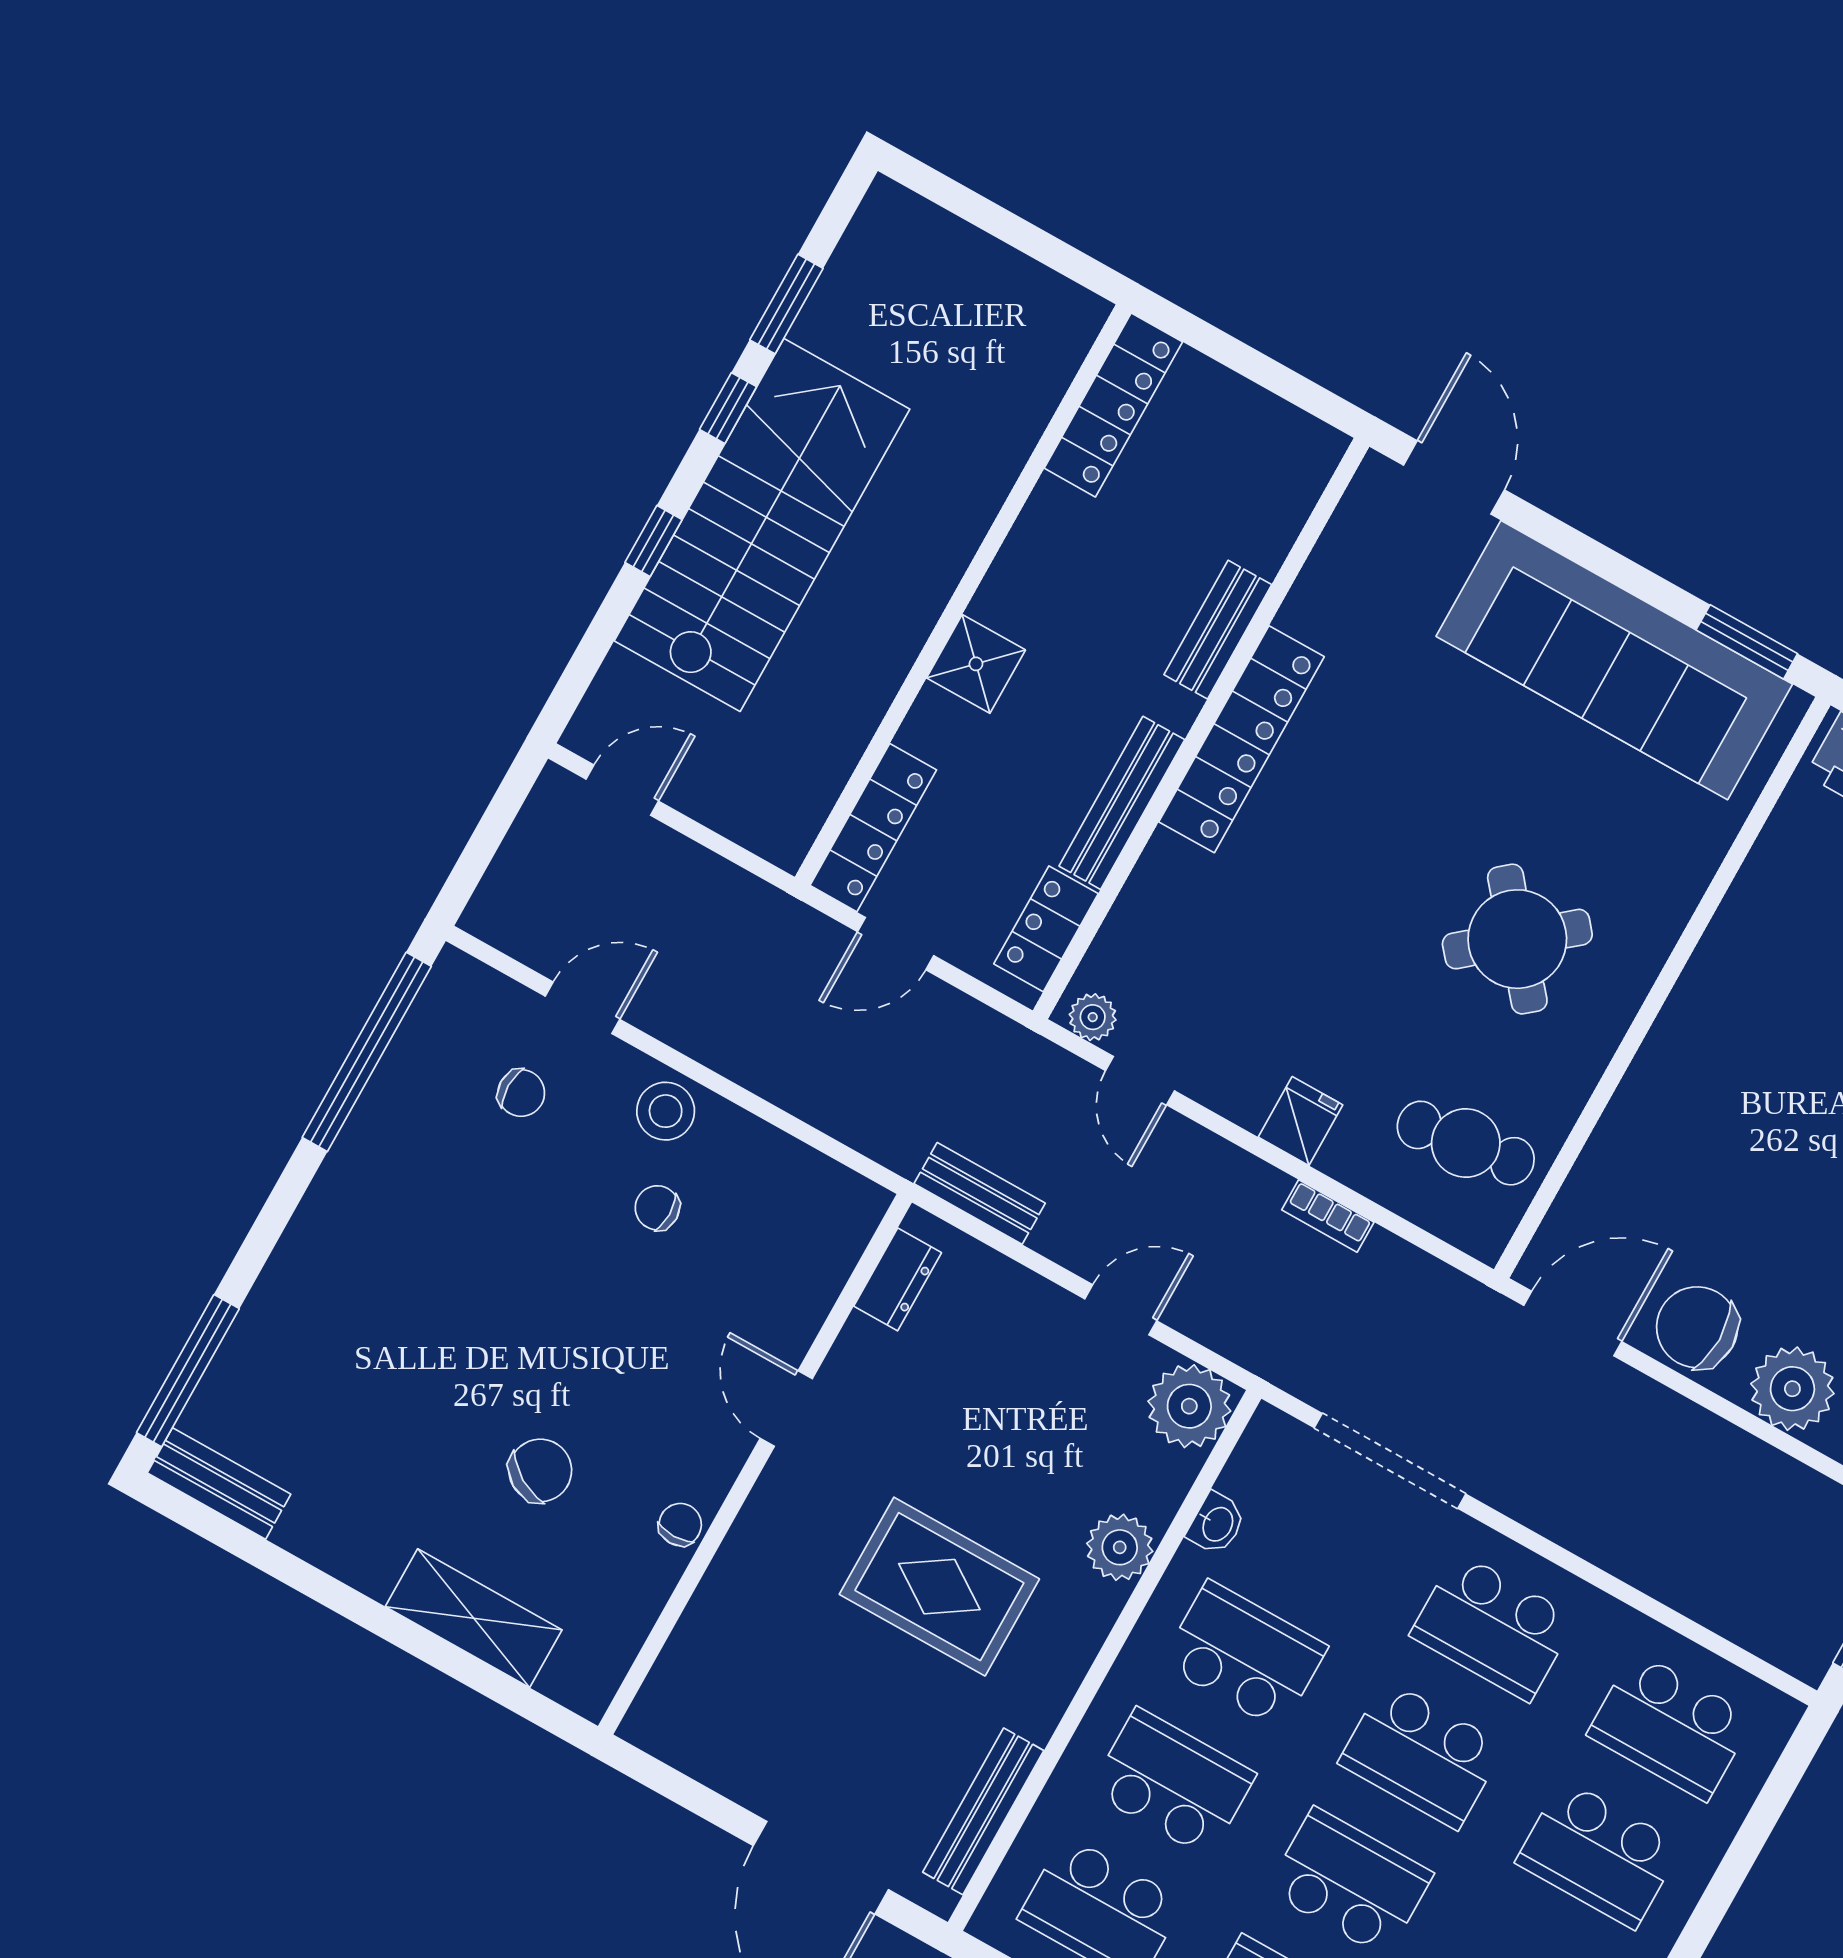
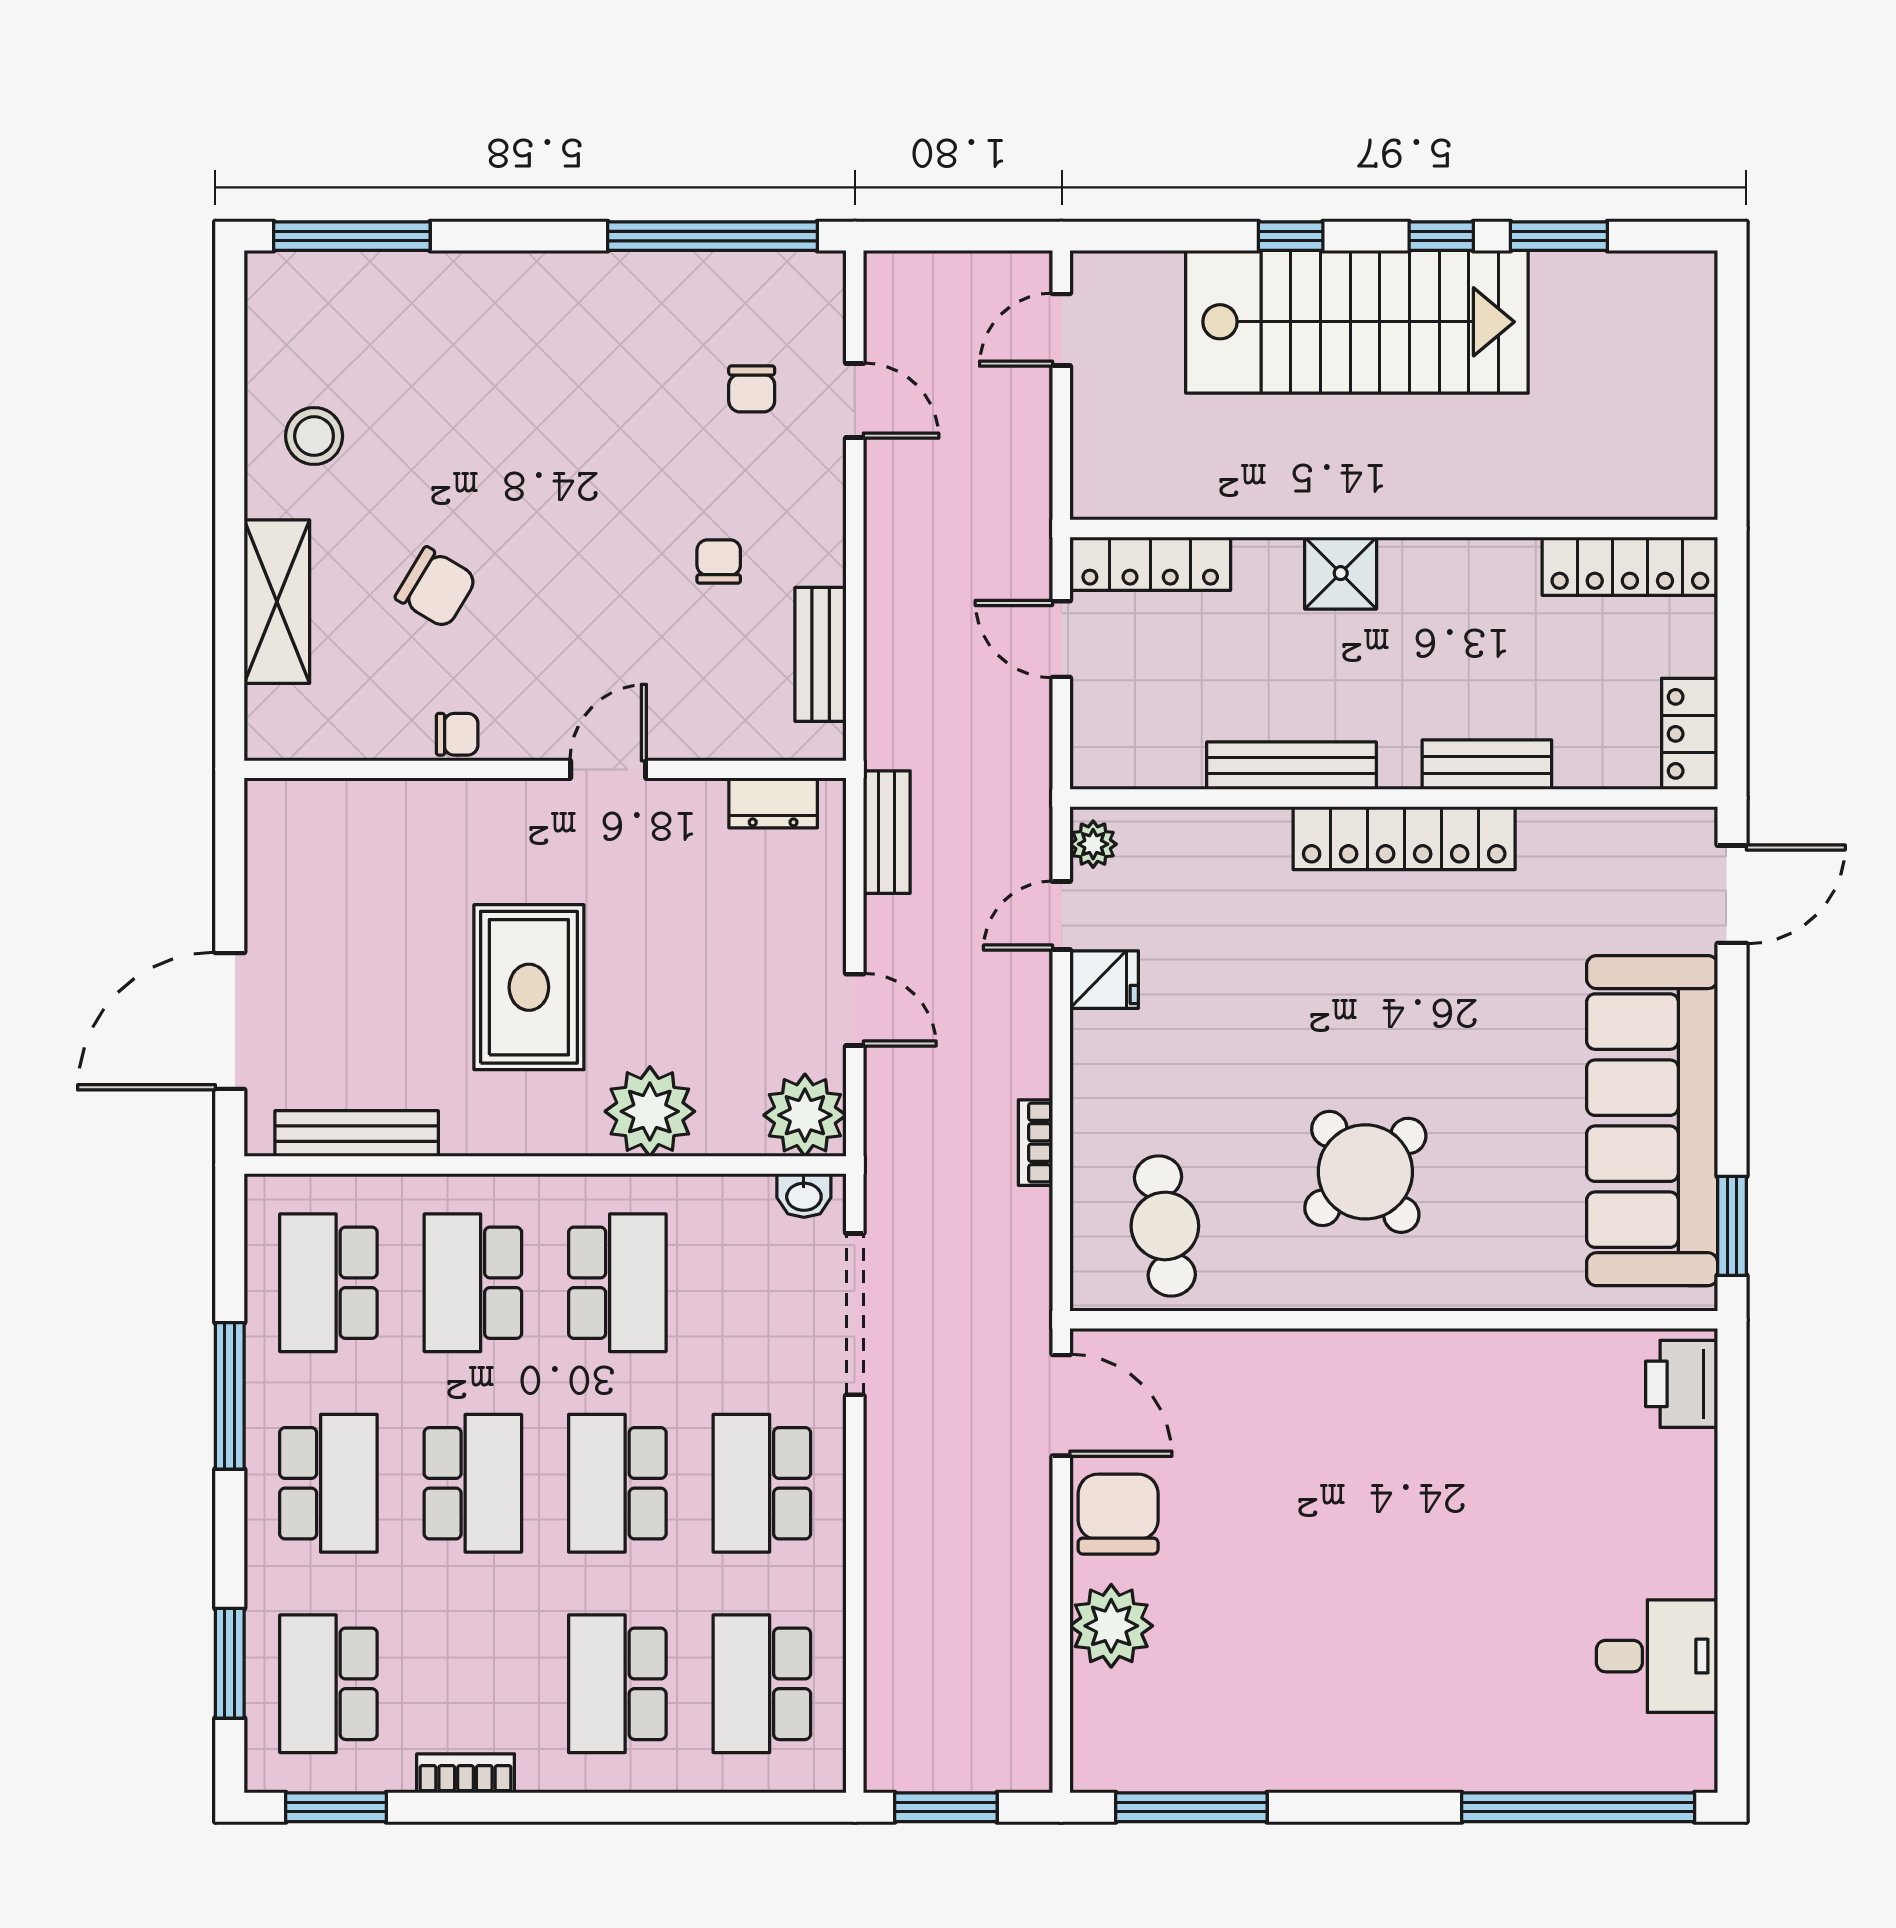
door: (622, 790) -> (1061, 330), swing flipped
locker: (1046, 929) -> (1690, 734), moved, turned -90
stool: (666, 1111) -> (314, 436), moved
fridge: (1301, 1121) -> (1104, 980), moved
bench: (219, 1484) -> (821, 654), moved
washbasin: (1217, 1524) -> (804, 1195), moved
plant: (1120, 1547) -> (650, 1111), width x1.36, depth x1.36
school desk: (1173, 1783) -> (473, 1283), turned 180

